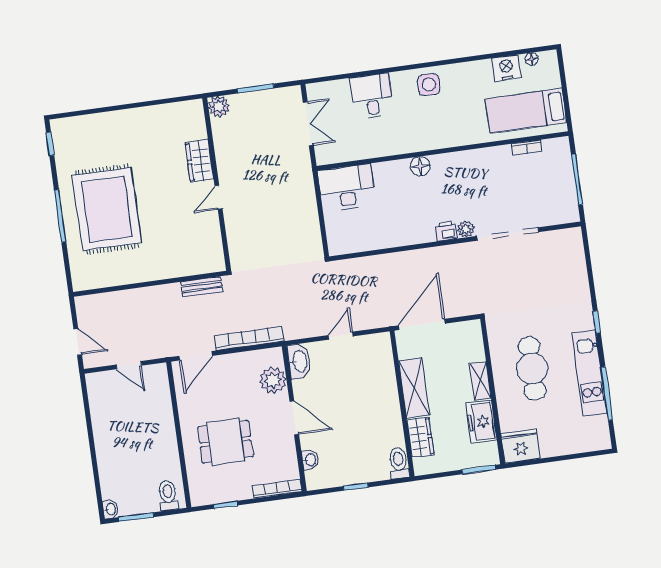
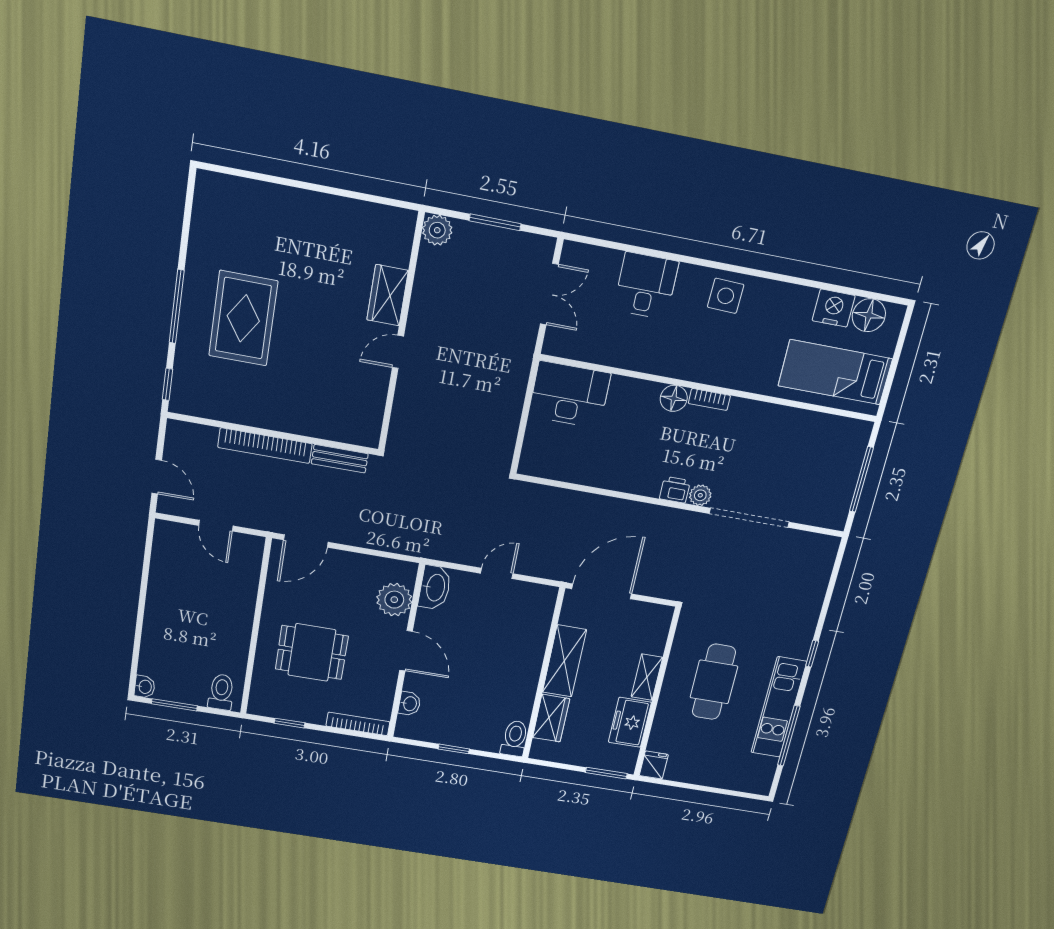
floor lamp: (532, 59) -> (869, 315), width x1.89, depth x1.89
window: (50, 144) -> (168, 384), moved
bookcase: (526, 148) -> (709, 399), moved
rug: (107, 209) -> (243, 318), width x0.73, depth x0.69
bookcase: (249, 338) -> (265, 446), moved, turned 180
fridge: (521, 446) -> (654, 765), width x0.53, depth x0.75

